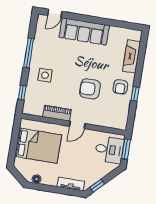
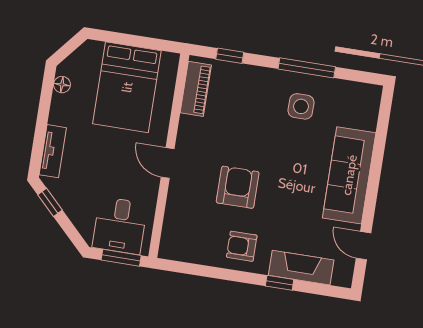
door: (55, 13) -> (364, 246), moved
side table: (45, 75) -> (301, 106), moved
window: (135, 94) -> (280, 283), moved
piano: (57, 113) -> (196, 89), moved

